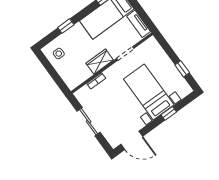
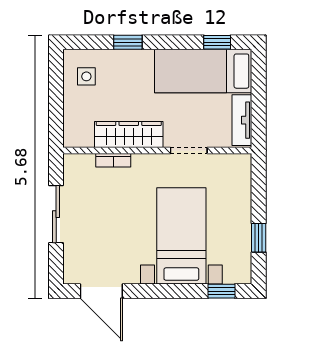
wardrobe: (100, 62) -> (129, 135), width x1.50
window: (169, 113) -> (222, 291), moved

